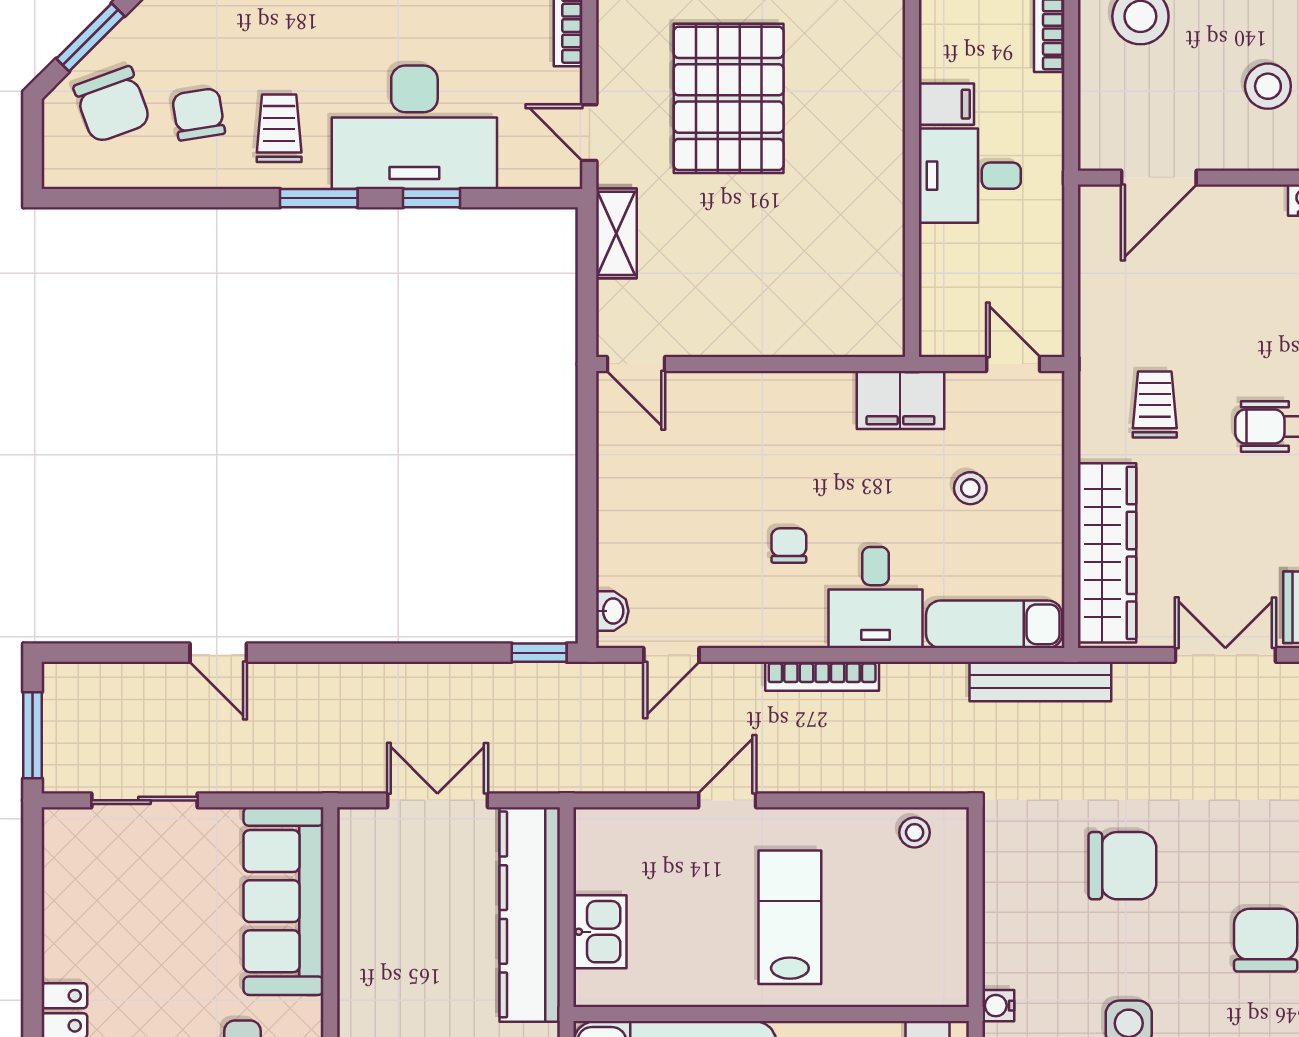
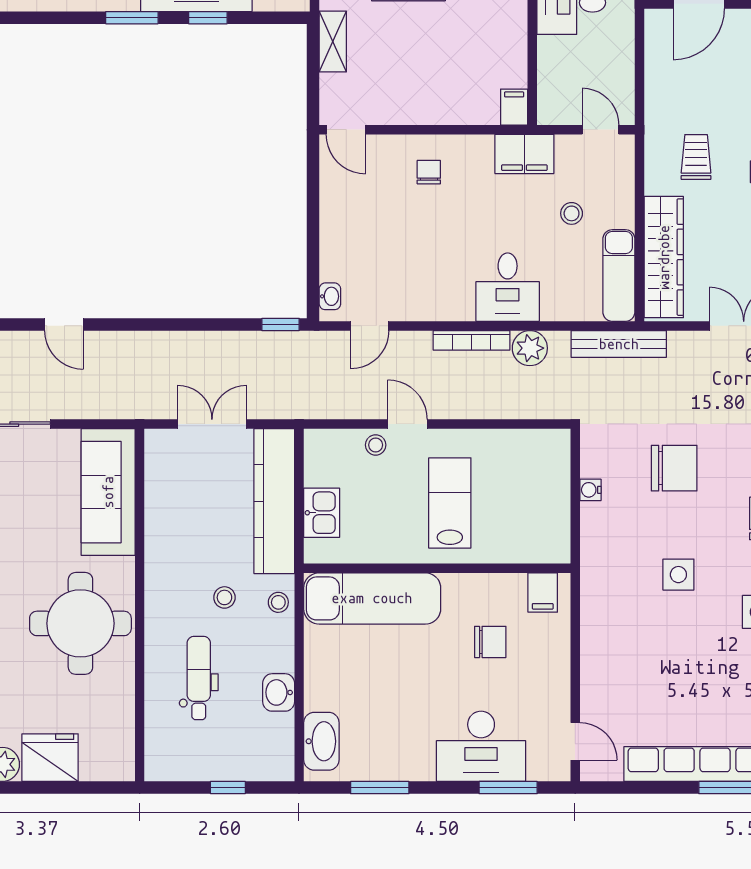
filing cabinet: (885, 331) -> (514, 107), added
chair: (789, 545) -> (429, 172), moved
exam couch: (994, 624) -> (619, 276), moved, turned -90
plant: (908, 688) -> (530, 348), added
door: (727, 800) -> (407, 424), hinge flipped
stool: (915, 833) -> (376, 445), moved
water cooler: (998, 1006) -> (590, 490), moved

